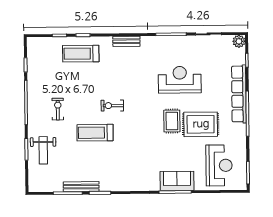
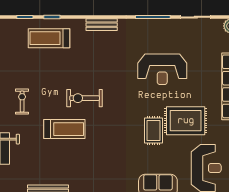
reception desk: (180, 80) -> (162, 69), turned 180
exercise bike: (112, 106) -> (85, 98), width x1.38, depth x1.39
rug: (172, 121) -> (154, 131), moved
treadmill: (95, 133) -> (64, 129), turned 180

